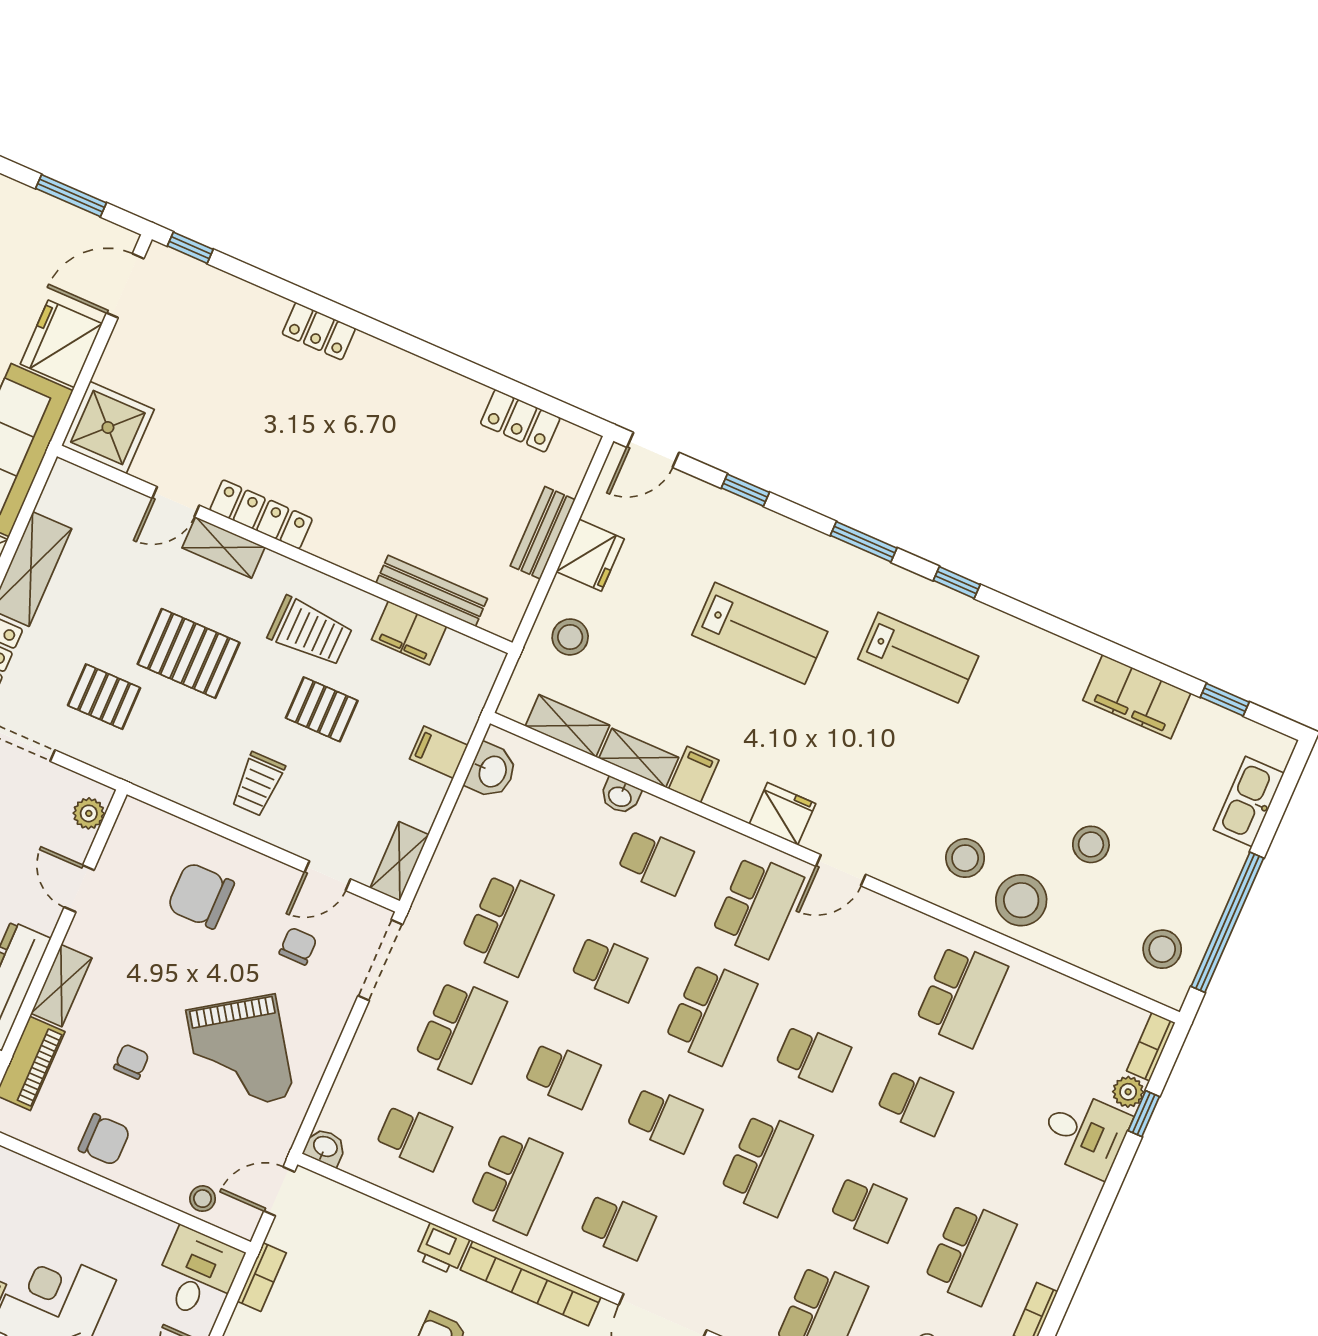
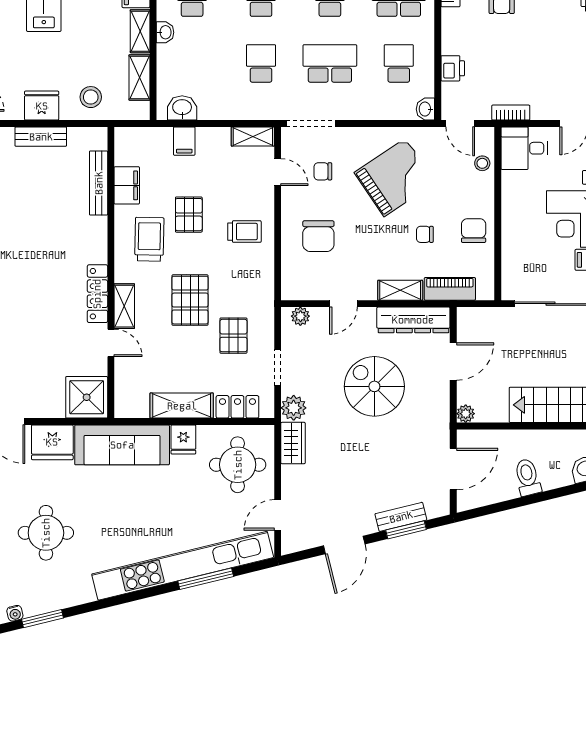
school desk: (507, 923) -> (261, 63), width x0.54
printer: (442, 1249) -> (453, 68), moved

